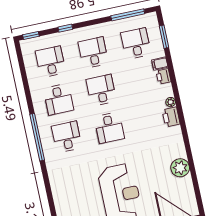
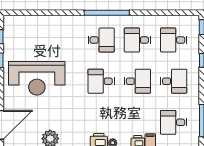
desk: (136, 43) -> (174, 122), turned 180
desk: (51, 62) -> (174, 40), turned 180

